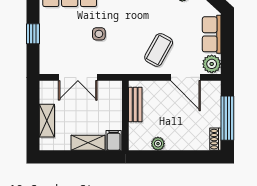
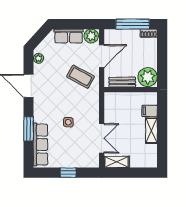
bench: (135, 105) -> (122, 82), moved
wall: (125, 115) -> (131, 90), moved
shelving: (47, 121) -> (117, 162), moved
plant: (158, 144) -> (148, 77), width x1.88, depth x1.88

